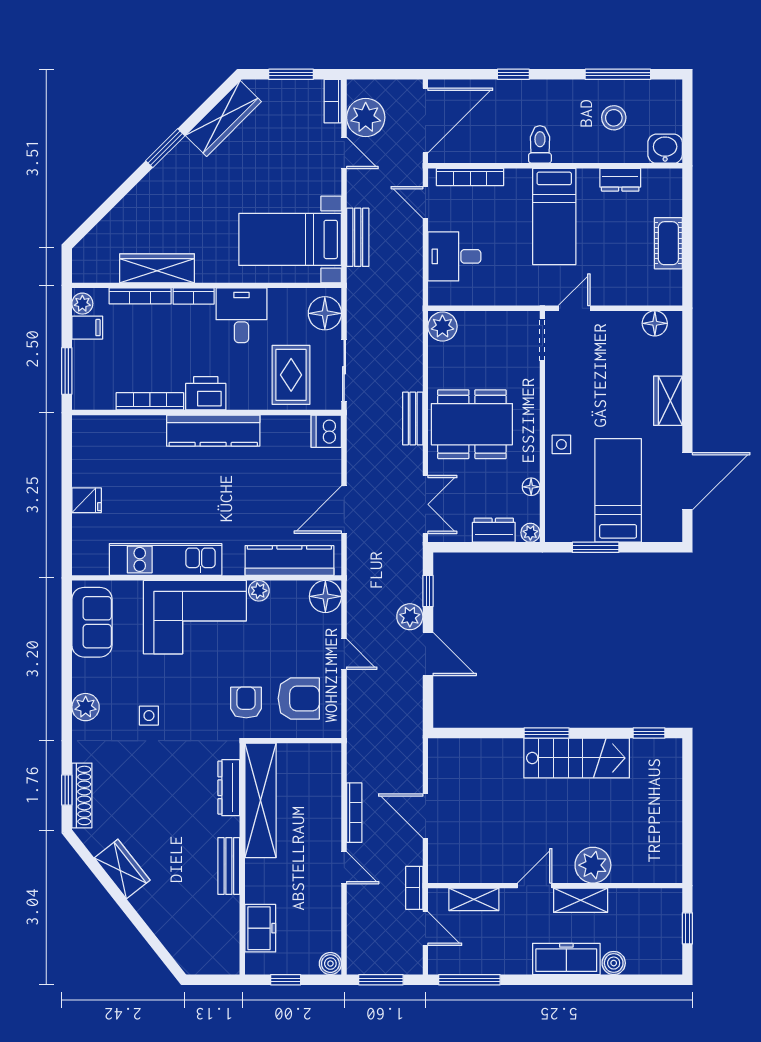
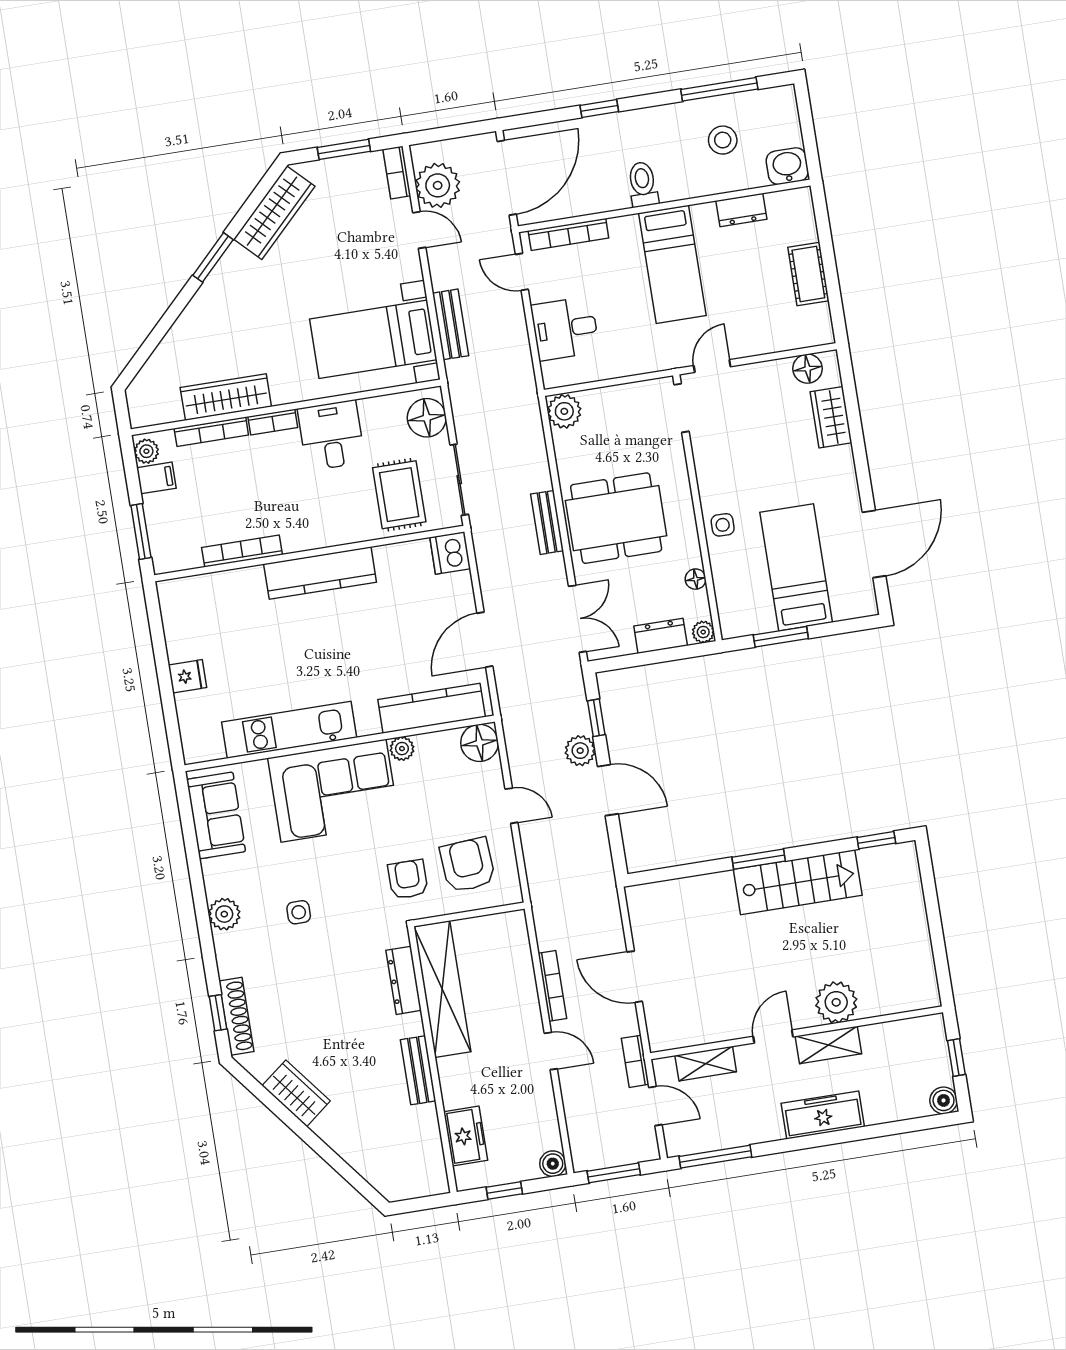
printer: (206, 393) -> (305, 532), removed
wardrobe: (668, 401) -> (831, 417), moved
armchair: (299, 698) -> (468, 865), turned -94
boiler: (614, 963) -> (944, 1100), moved

